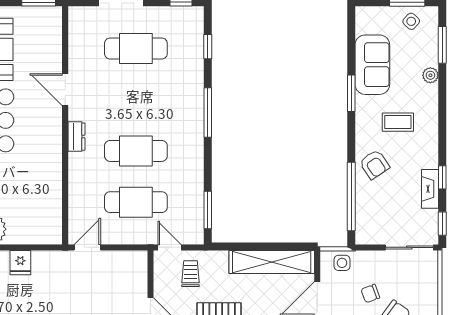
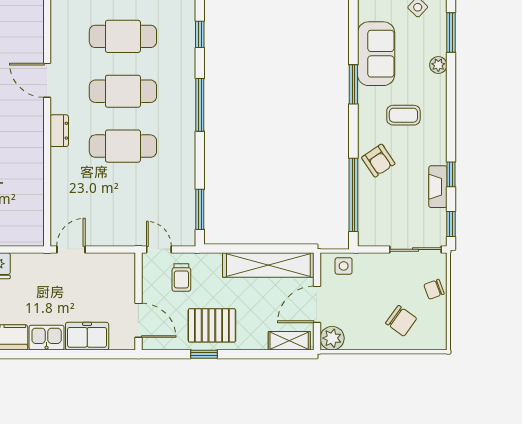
cafe table: (136, 202) -> (123, 91), moved
trolley: (191, 274) -> (181, 277), turned 180
chair: (370, 294) -> (434, 289), moved

